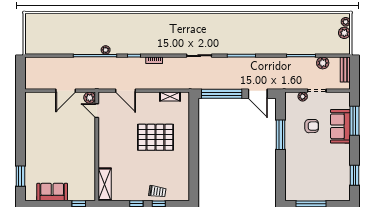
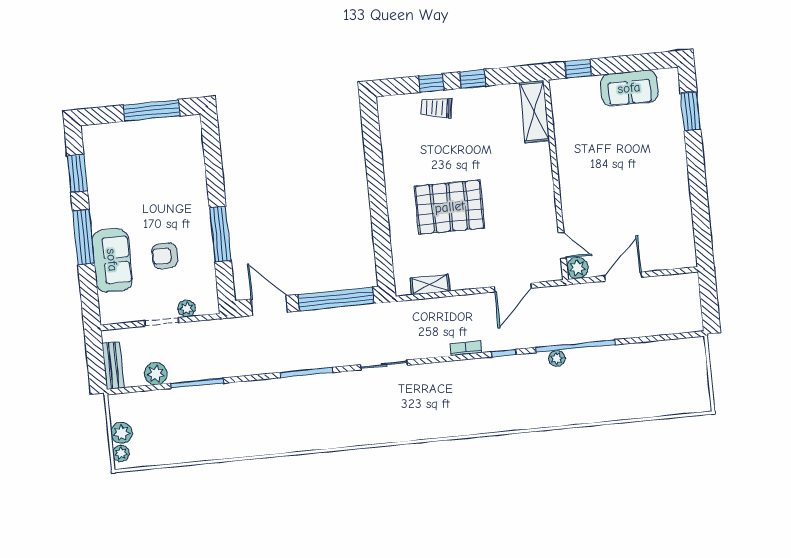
door: (126, 91) -> (513, 287), swing flipped
window: (354, 121) -> (84, 237), moved

